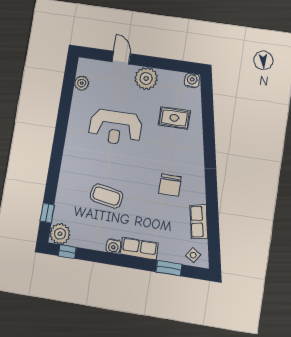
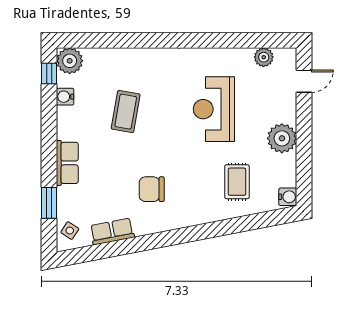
door: (121, 58) -> (304, 81), moved
window: (47, 213) -> (93, 40), removed
water cooler: (113, 246) -> (65, 97), moved

